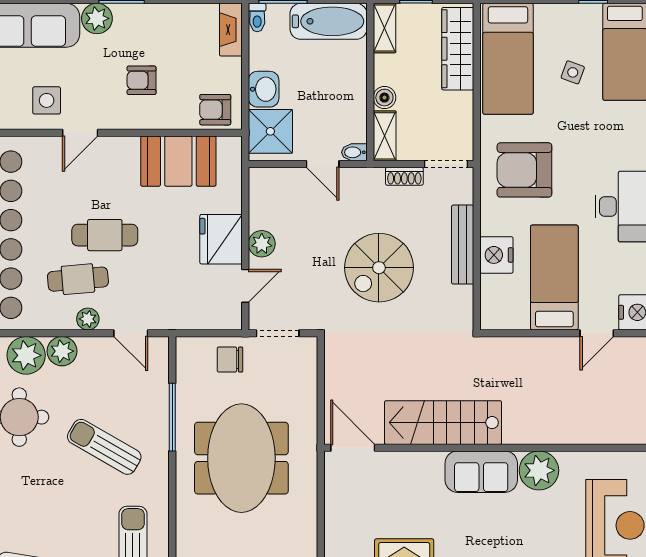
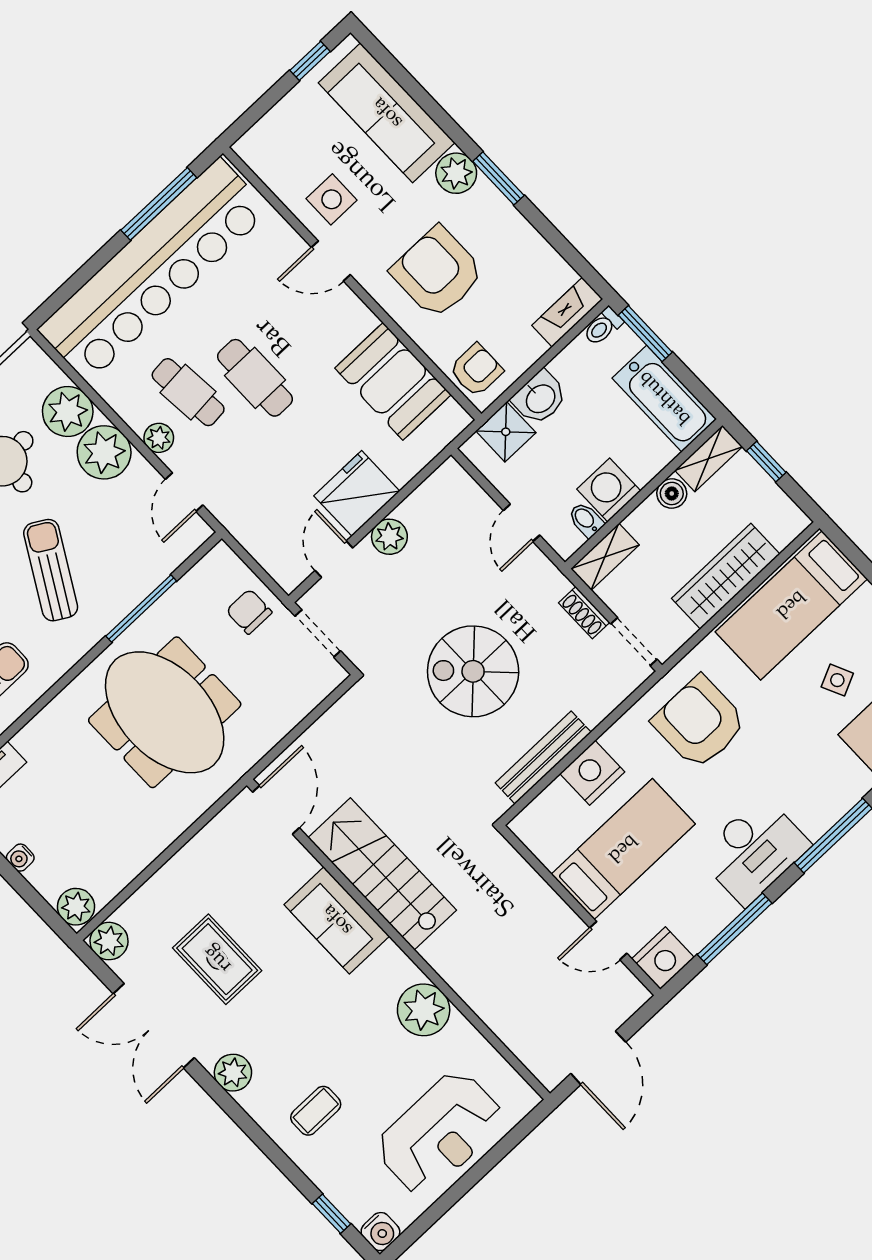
wardrobe: (458, 49) -> (726, 576), moved
side table: (573, 72) -> (837, 680), turned 45
armchair: (142, 80) -> (437, 272), width x1.88, depth x1.88
boiler: (384, 98) -> (672, 494), moved
washing machine: (350, 99) -> (609, 490), added
armchair: (215, 110) -> (476, 370), turned 90
shower: (270, 131) -> (506, 432), width x0.73, depth x0.73
bidet: (354, 152) -> (586, 520), moved
bench: (463, 245) -> (543, 758), moved
door: (245, 286) -> (334, 559), swing flipped
plant: (62, 351) -> (104, 452), width x1.36, depth x1.36
meeting table: (241, 458) -> (165, 712), turned 90
sofa: (481, 472) -> (337, 920), moved

